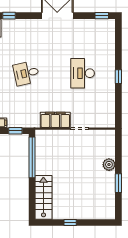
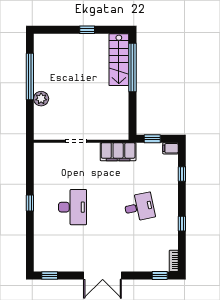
filing cabinet: (55, 120) -> (118, 152), moved
window: (32, 157) -> (132, 68), moved
window: (118, 183) -> (30, 76), width x2.11

